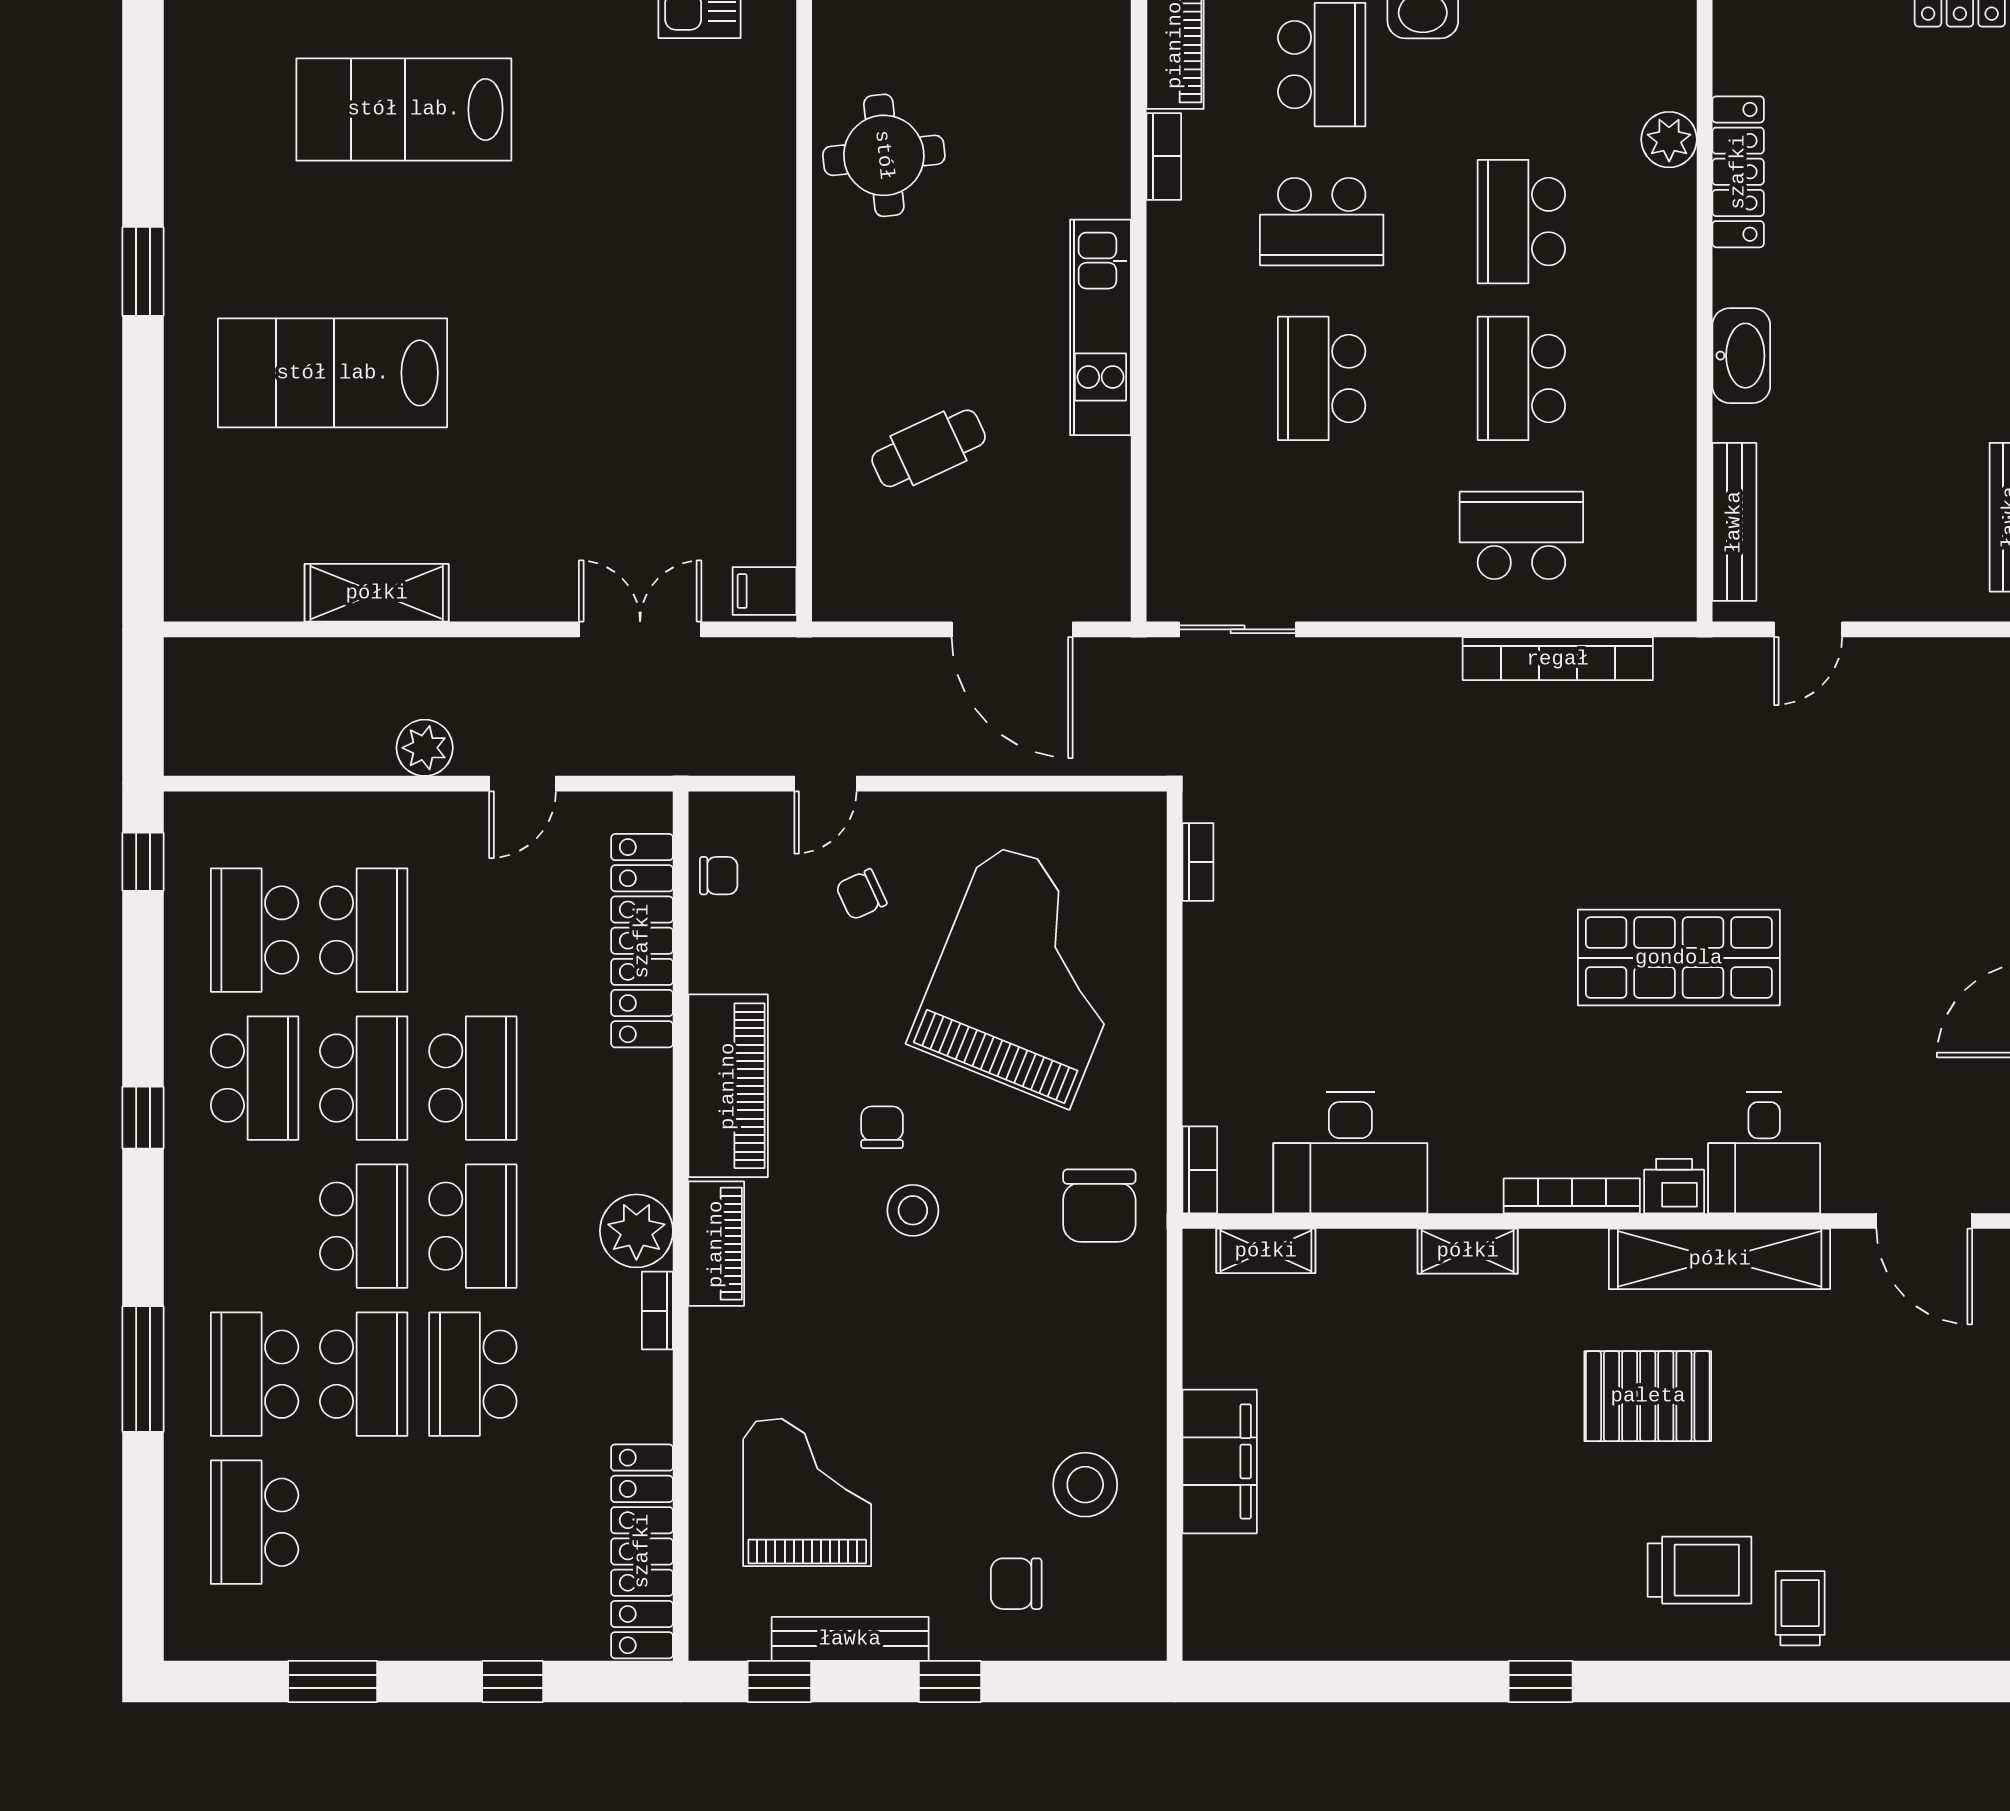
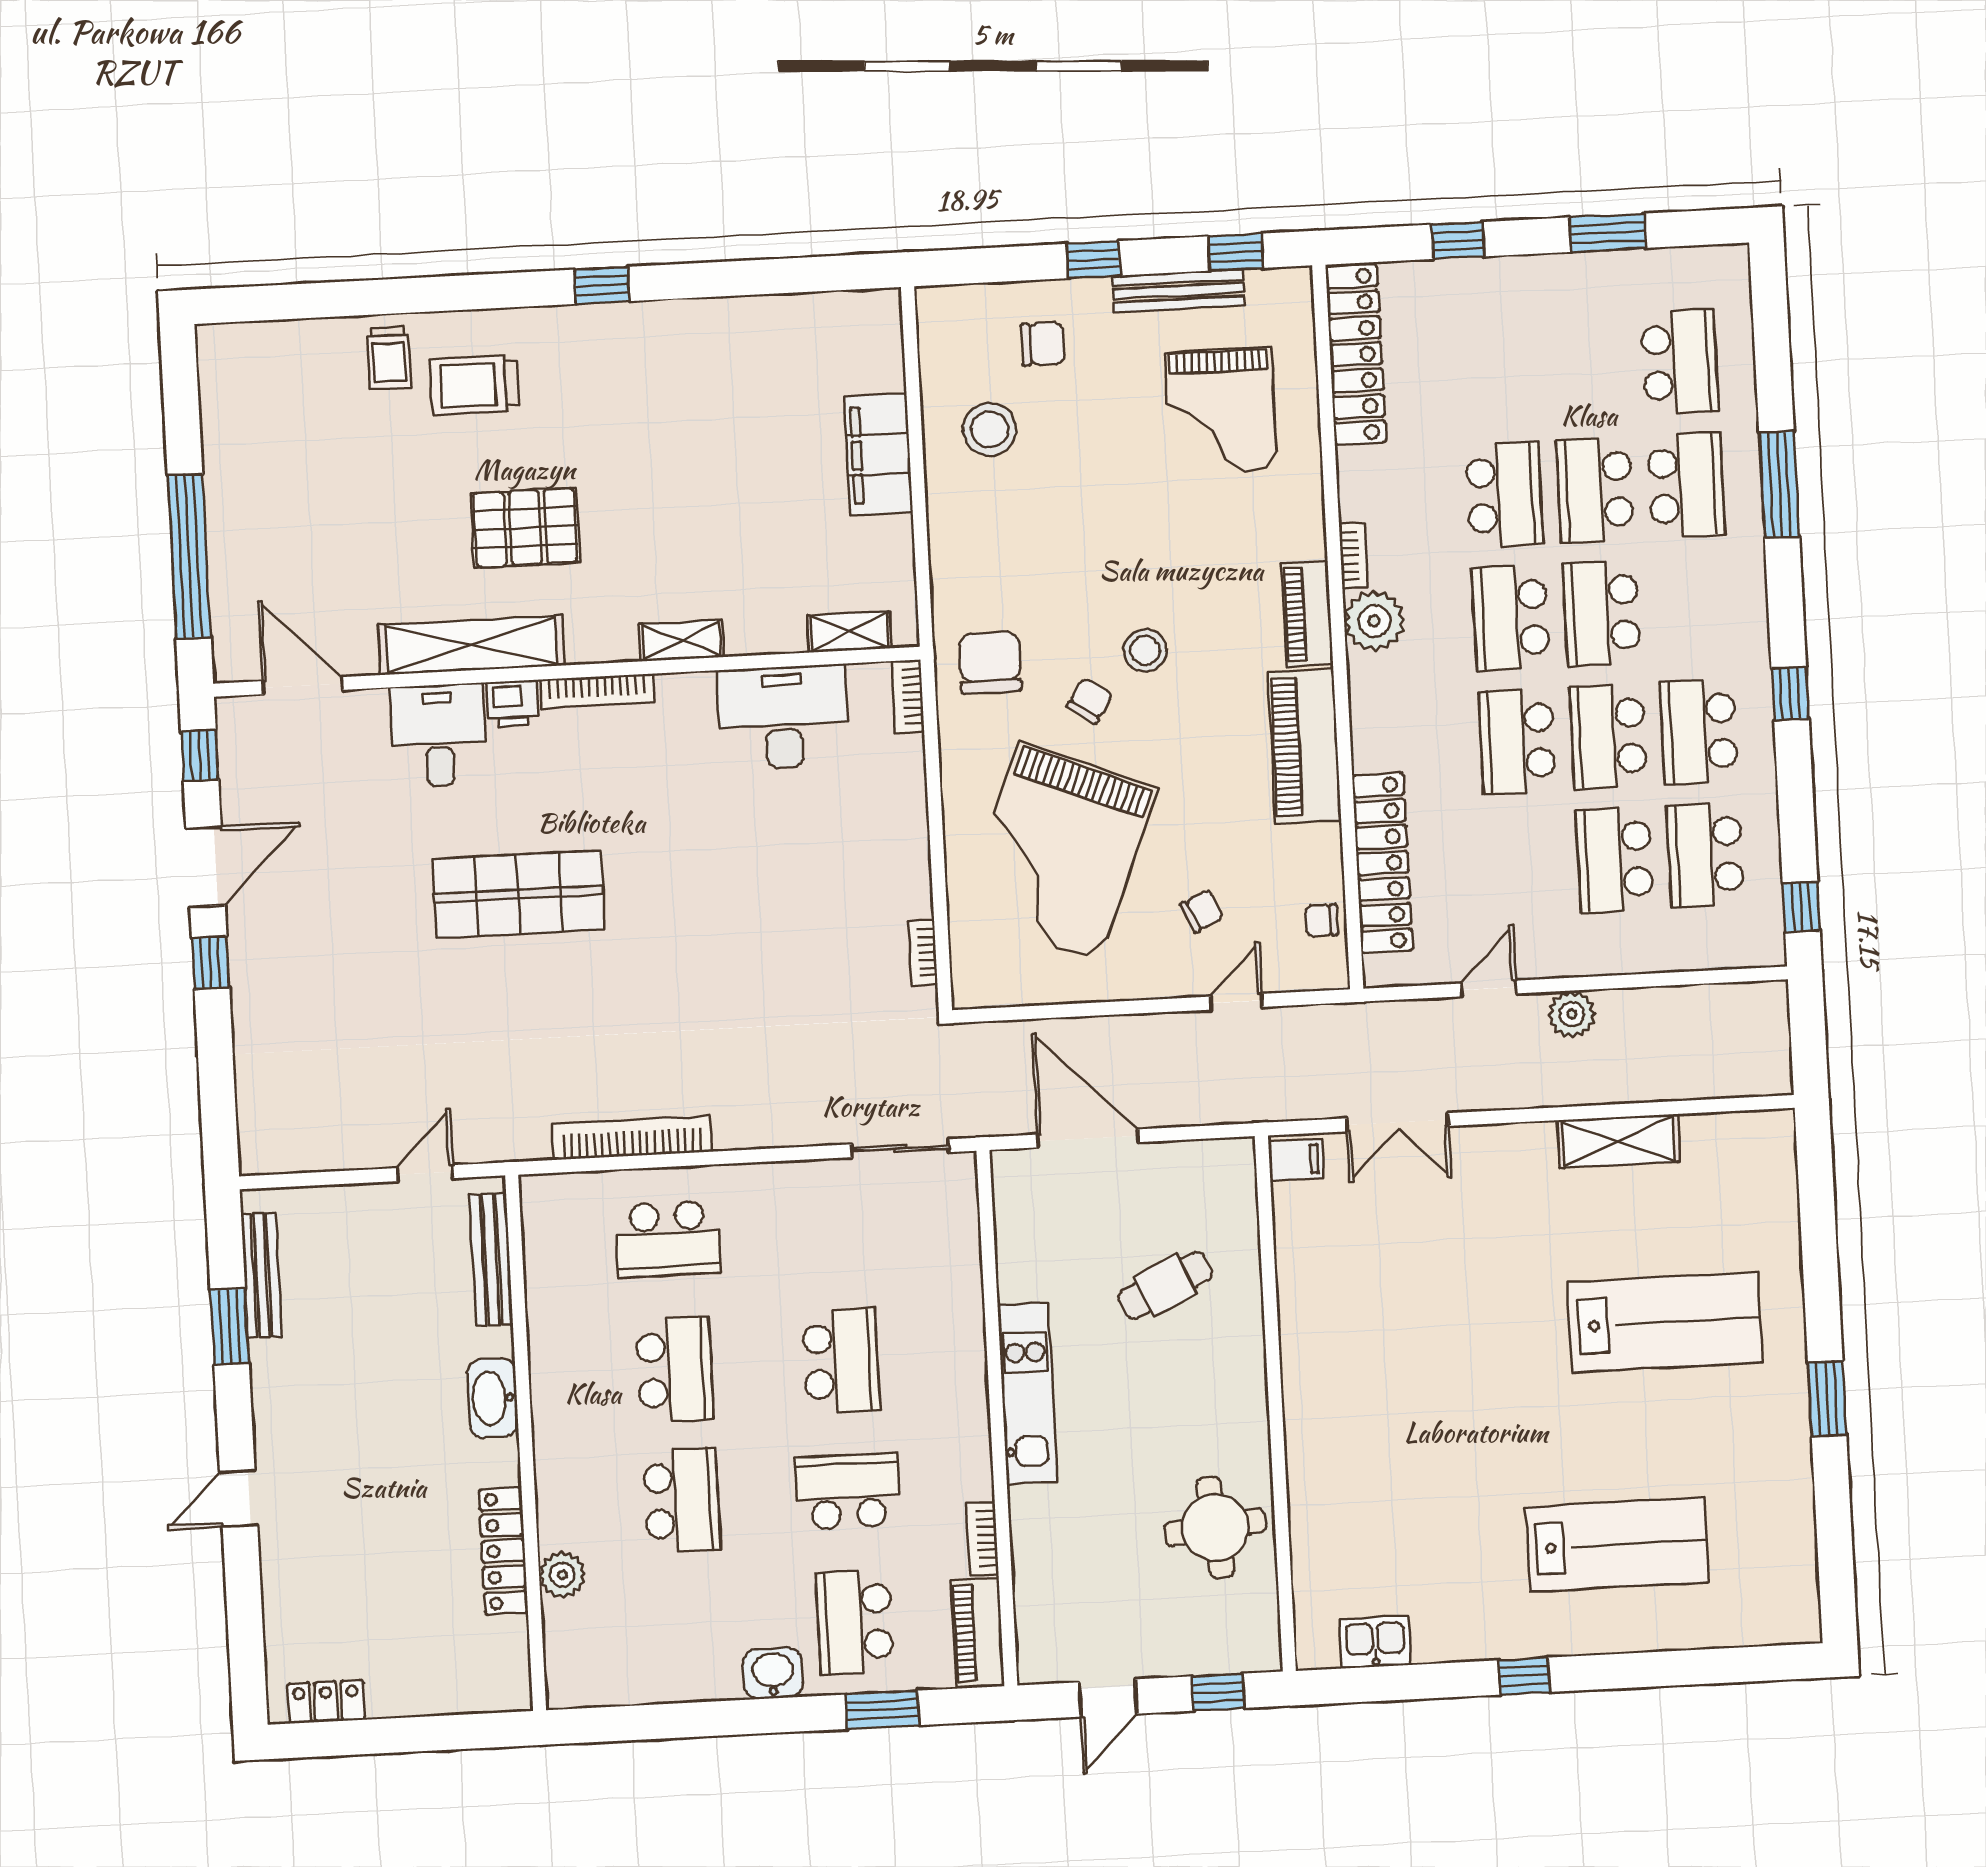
school desk: (255, 930) -> (1705, 855), turned 180
chair: (882, 1127) -> (1090, 701), moved, turned -146

